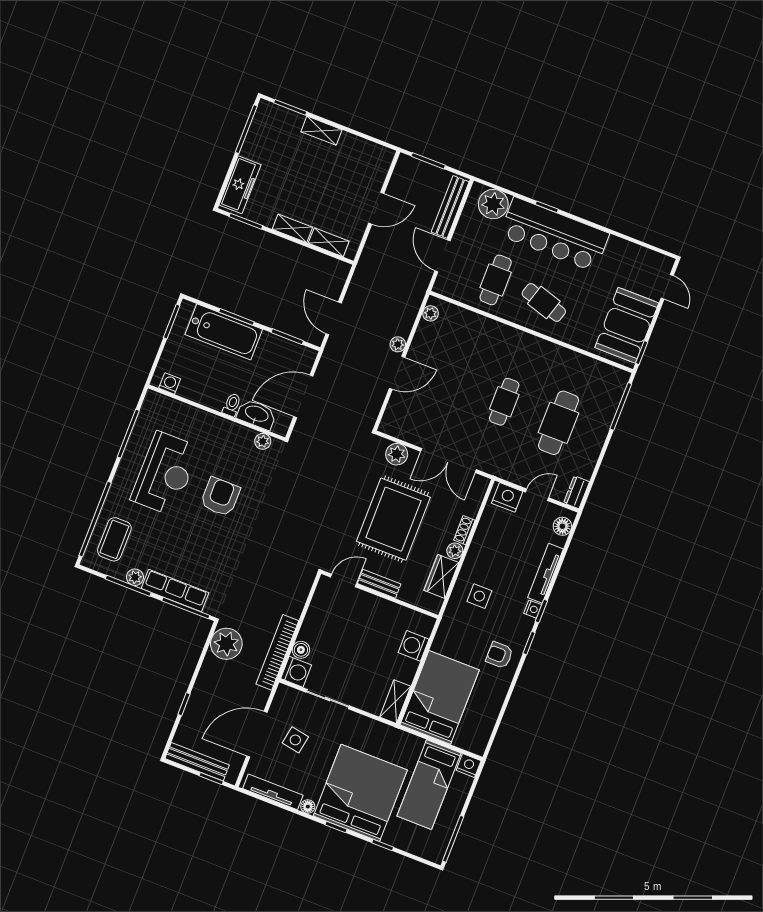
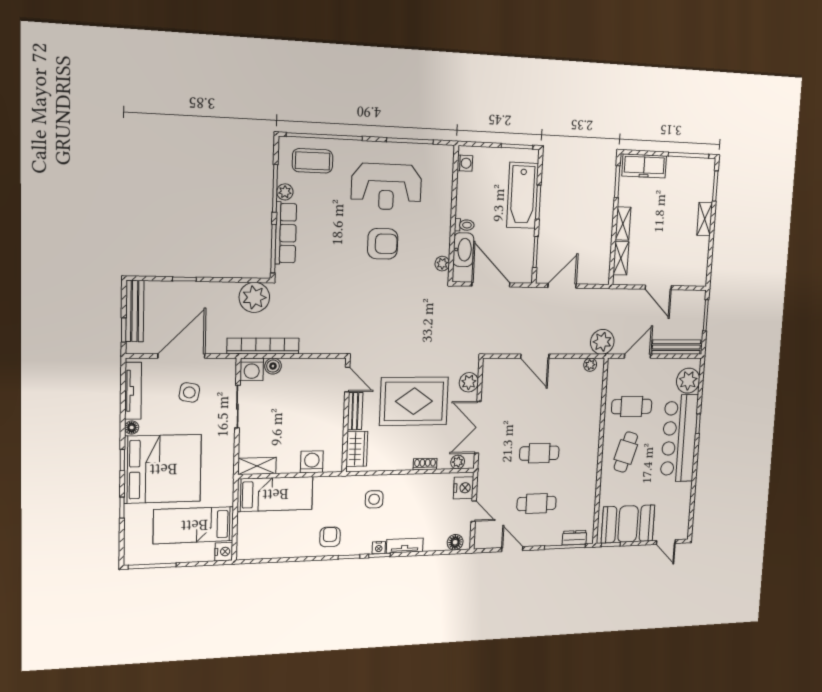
door: (667, 287) -> (666, 542), hinge flipped
plant: (398, 344) -> (602, 342), moved, width x1.87, depth x1.87
cafe table: (558, 423) -> (537, 503), width x0.73, depth x0.74
door: (598, 466) -> (512, 549), added
dresser: (577, 492) -> (574, 538), moved
plant: (455, 551) -> (458, 462), moved
tv unit: (546, 573) -> (405, 546), width x0.71
wardrobe: (441, 576) -> (357, 449), moved, turned 90
bed: (440, 697) -> (275, 494), width x0.67
door: (257, 734) -> (181, 356), hinge flipped

